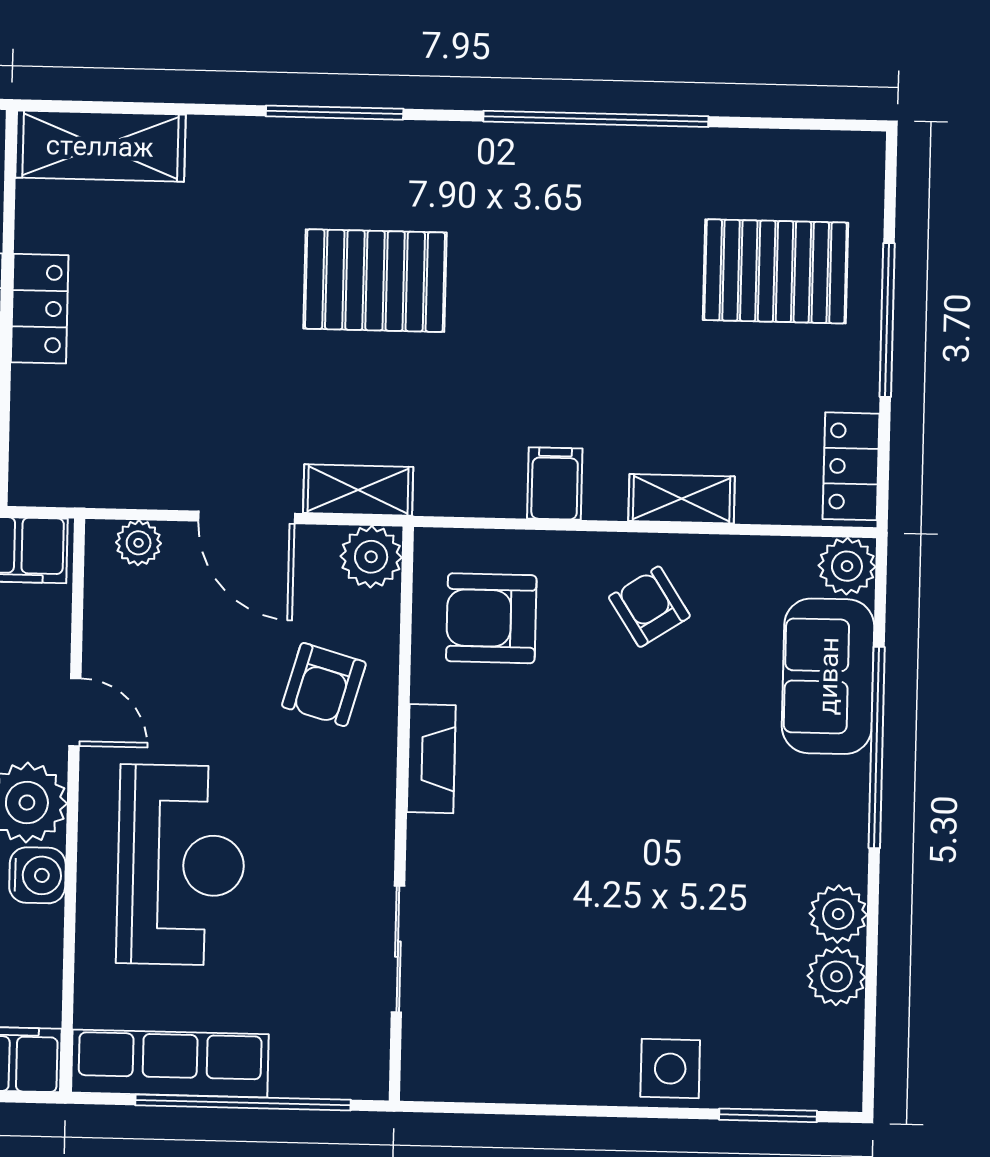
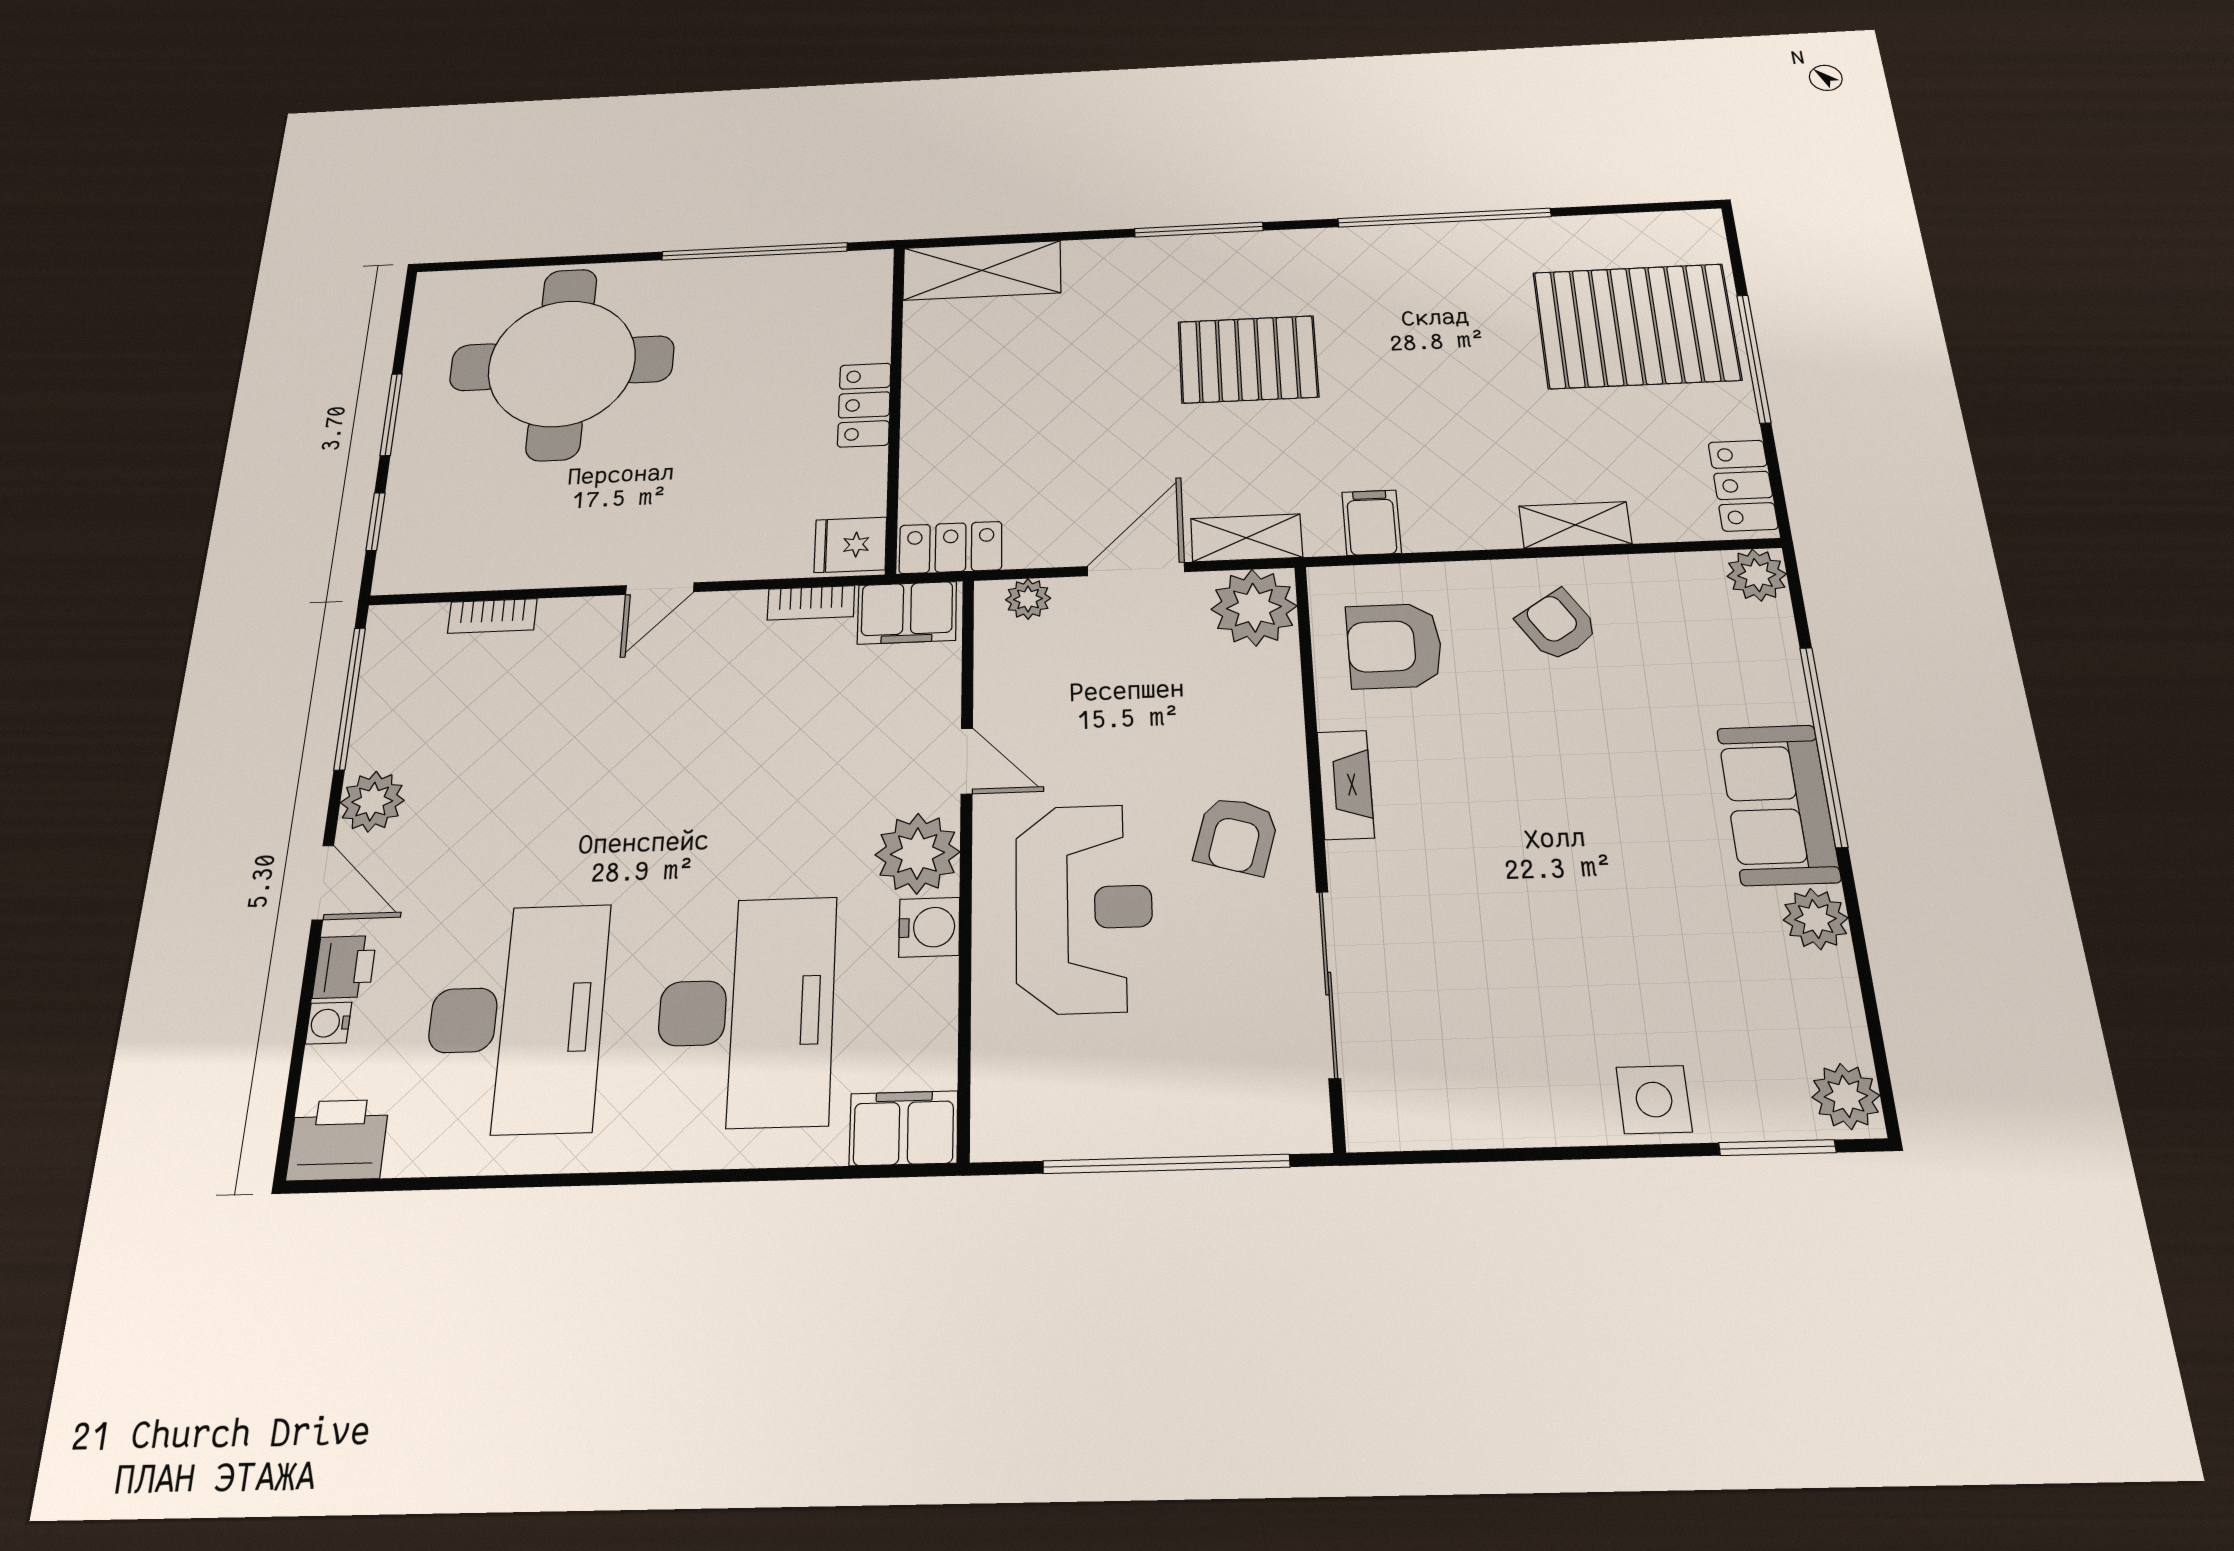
pallet: (776, 271) -> (1636, 326), width x1.37, depth x1.41
locker: (40, 309) -> (951, 548), moved, turned -90
filing cabinet: (555, 483) -> (1372, 523), moved
door: (247, 517) -> (1136, 569), swing flipped
plant: (371, 557) -> (1254, 608), width x1.36, depth x1.36
sofa: (828, 676) -> (1778, 804), moved
armchair: (324, 685) -> (1236, 835), moved
sliding door: (398, 949) -> (1328, 984), width x1.37
plant: (836, 976) -> (1846, 1096), moved
row of seats: (170, 1063) -> (1081, 1124), removed

